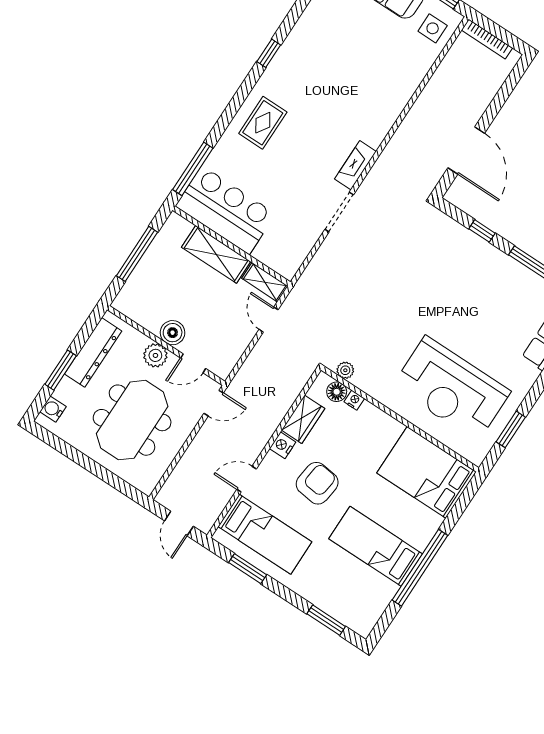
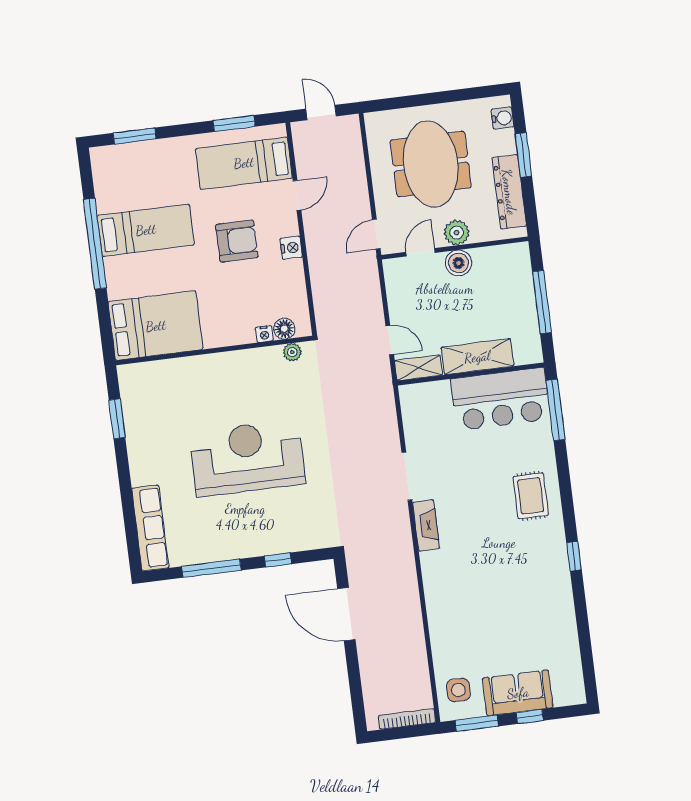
reception desk: (452, 389) -> (247, 458), moved
wardrobe: (303, 419) -> (293, 283), removed
armchair: (317, 483) -> (237, 241), turned -97

